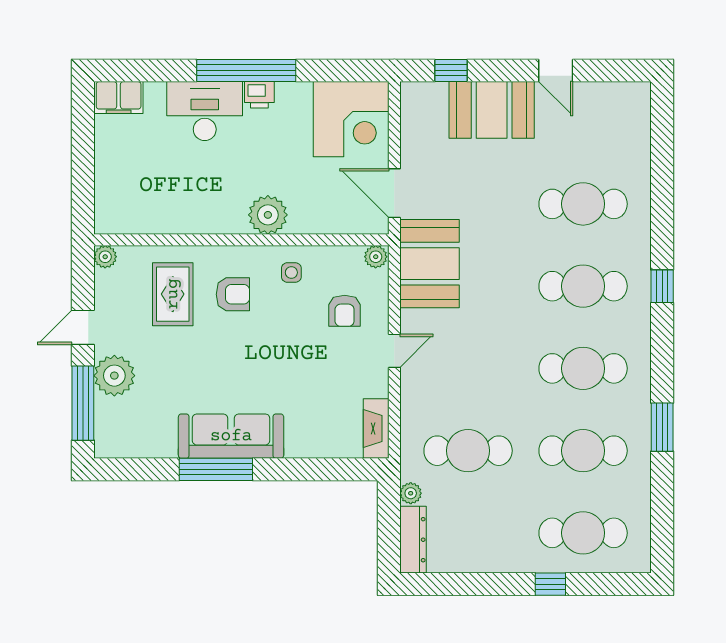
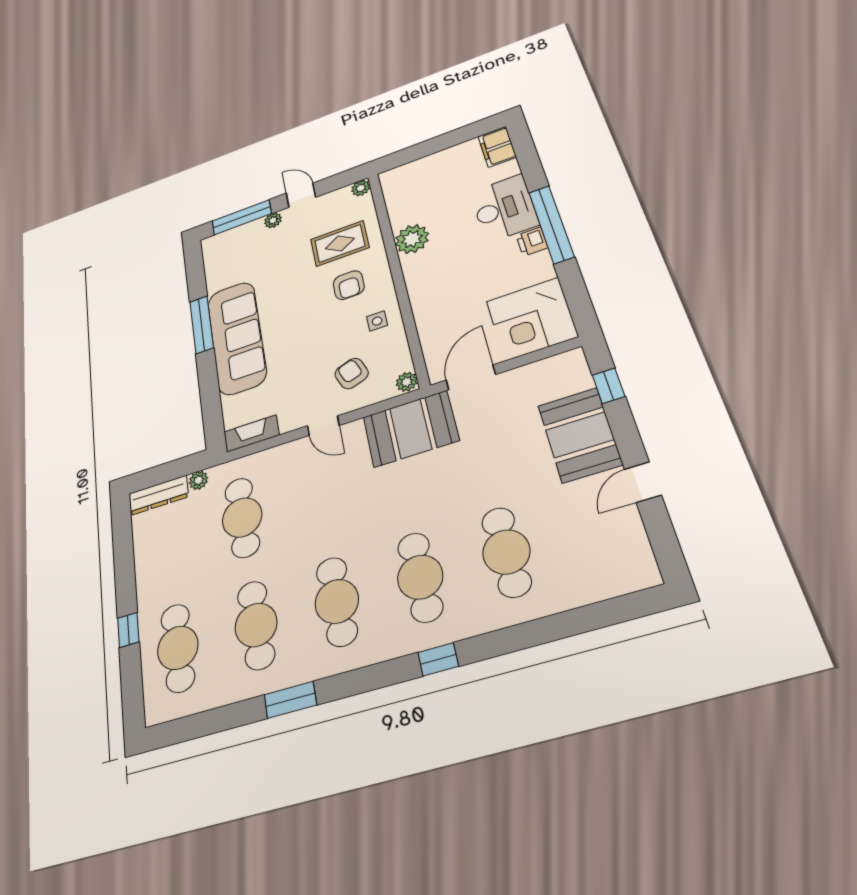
plant: (268, 215) -> (412, 239), moved
armchair: (345, 311) -> (352, 373), turned 70
plant: (114, 376) -> (273, 220), width x0.53, depth x0.53
sofa: (231, 436) -> (237, 337), width x1.36, depth x1.27

